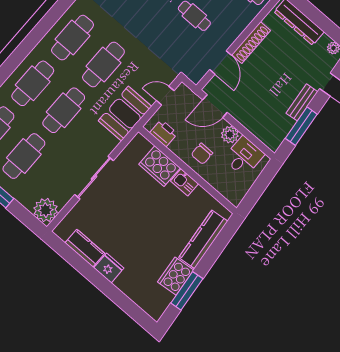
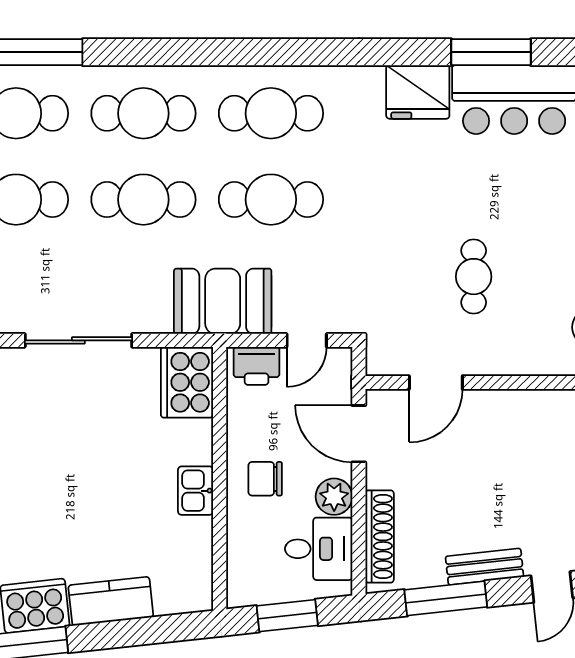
shoe rack: (251, 42) -> (380, 536), moved, turned -90
door: (165, 96) -> (307, 340), swing flipped
printer: (164, 133) -> (257, 366), moved, turned 90
cooker: (159, 166) -> (187, 382), moved
window: (258, 189) -> (287, 616), added
kitchen counter: (203, 239) -> (111, 601), width x0.67

